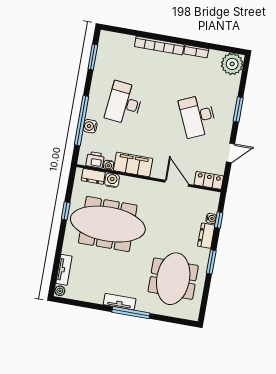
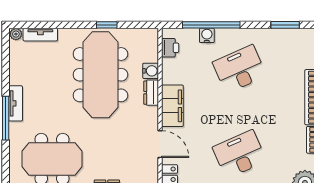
desk: (124, 103) -> (240, 69), turned -30
filing cabinet: (133, 164) -> (172, 106), moved
water cooler: (108, 165) -> (167, 64), removed
dresser: (93, 176) -> (151, 93), moved
door: (177, 183) -> (160, 144), hinge flipped

